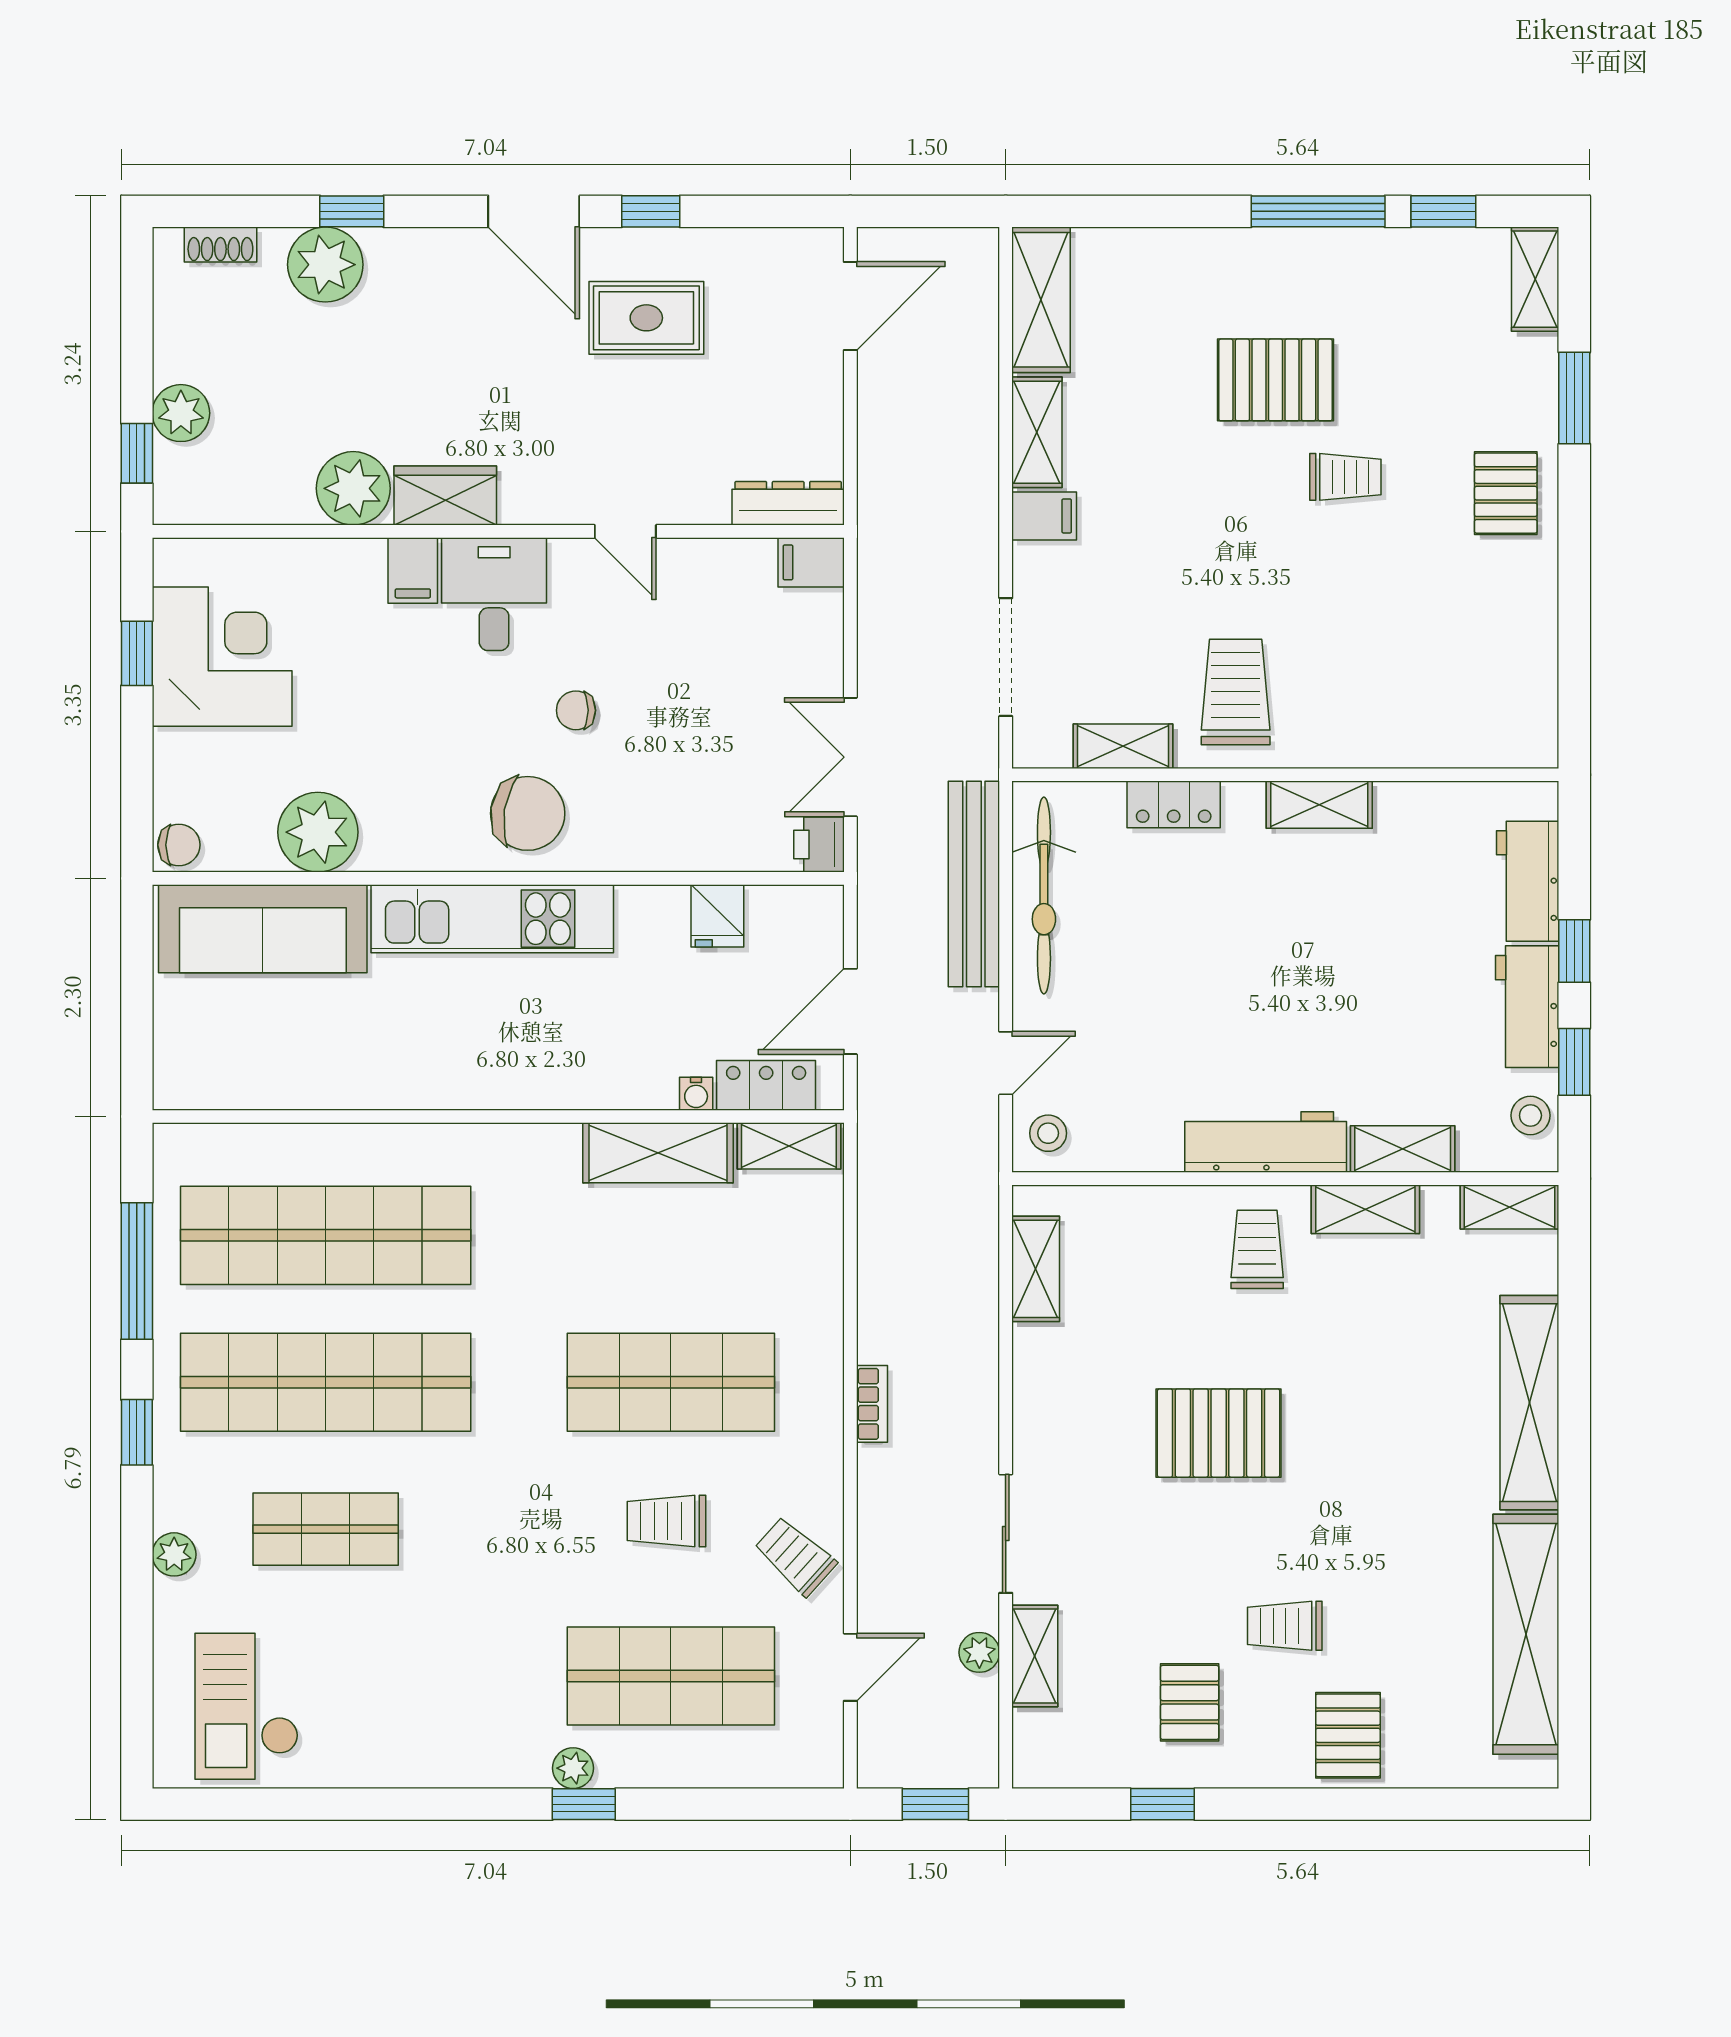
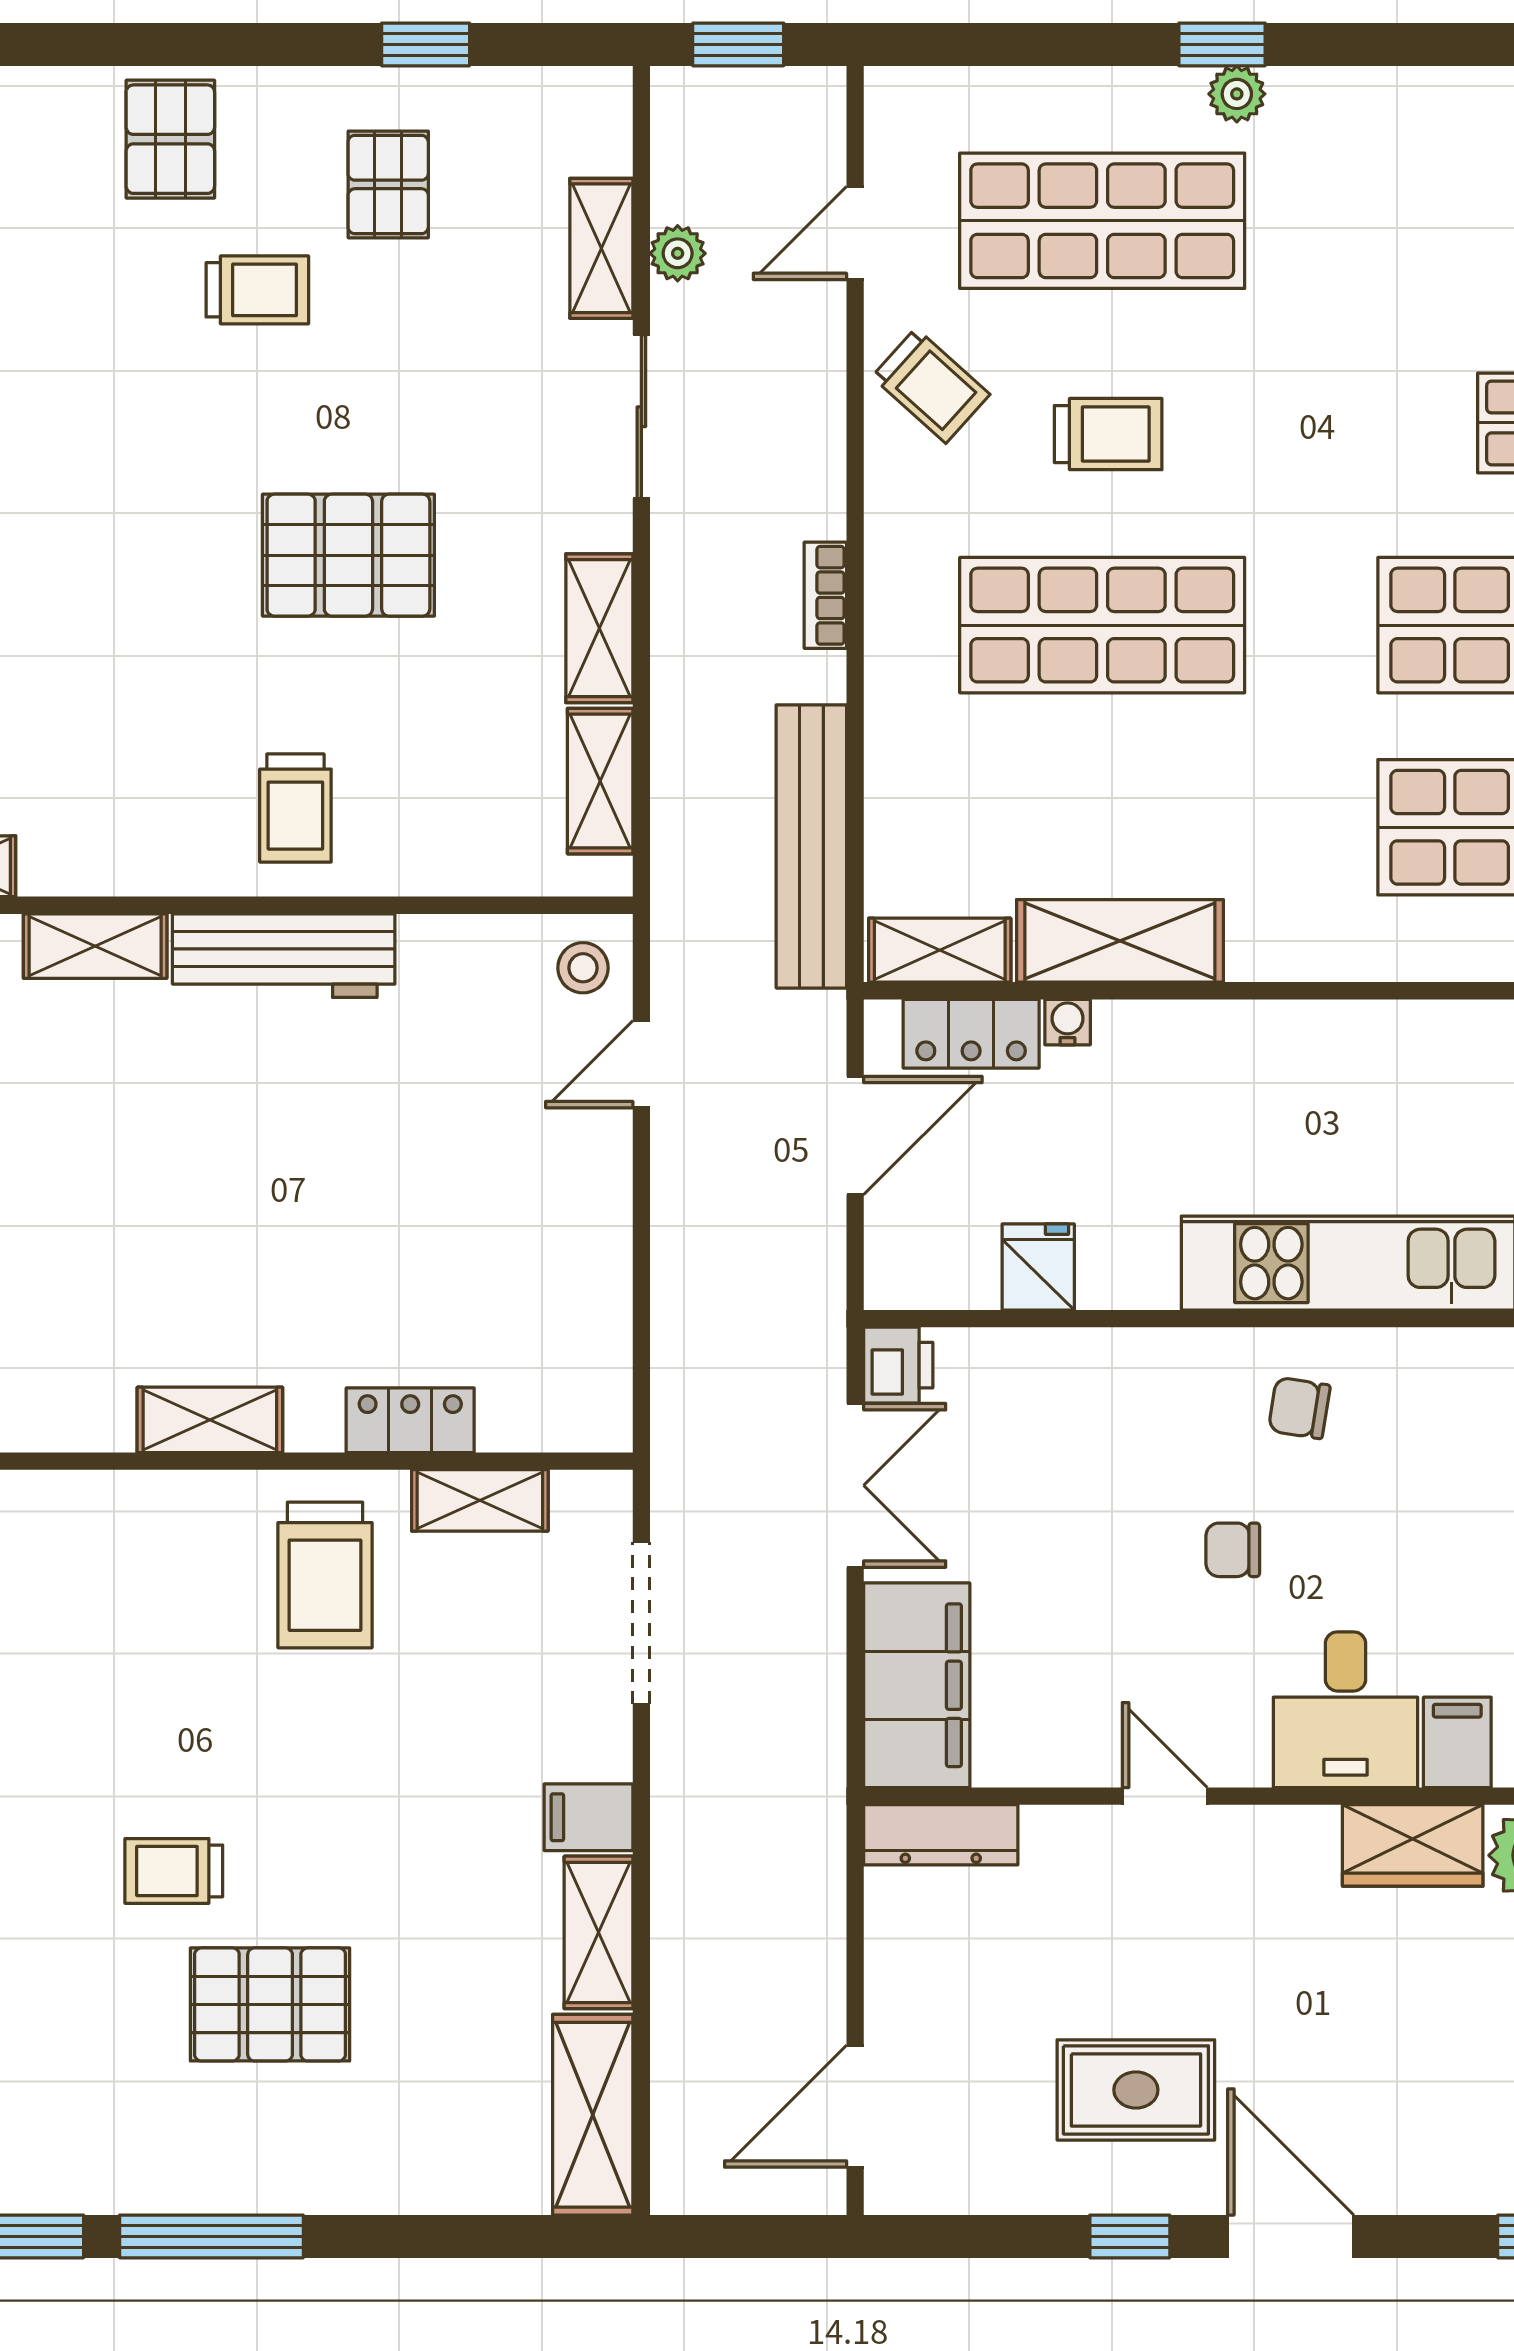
filing cabinet: (811, 562) -> (917, 1685), width x3.00, depth x1.17
chair: (576, 710) -> (1233, 1550), turned 180
chair: (528, 813) -> (1299, 1408), width x0.54, depth x0.54
bench: (974, 884) -> (811, 846), moved
bicycle: (1044, 895) -> (589, 1295), removed
shelving: (1365, 1209) -> (599, 628), moved, turned 90

